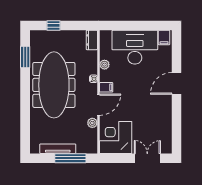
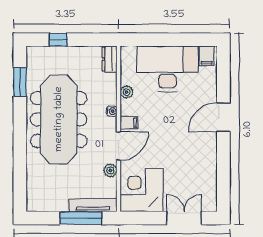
tv unit: (58, 149) -> (93, 205), moved

